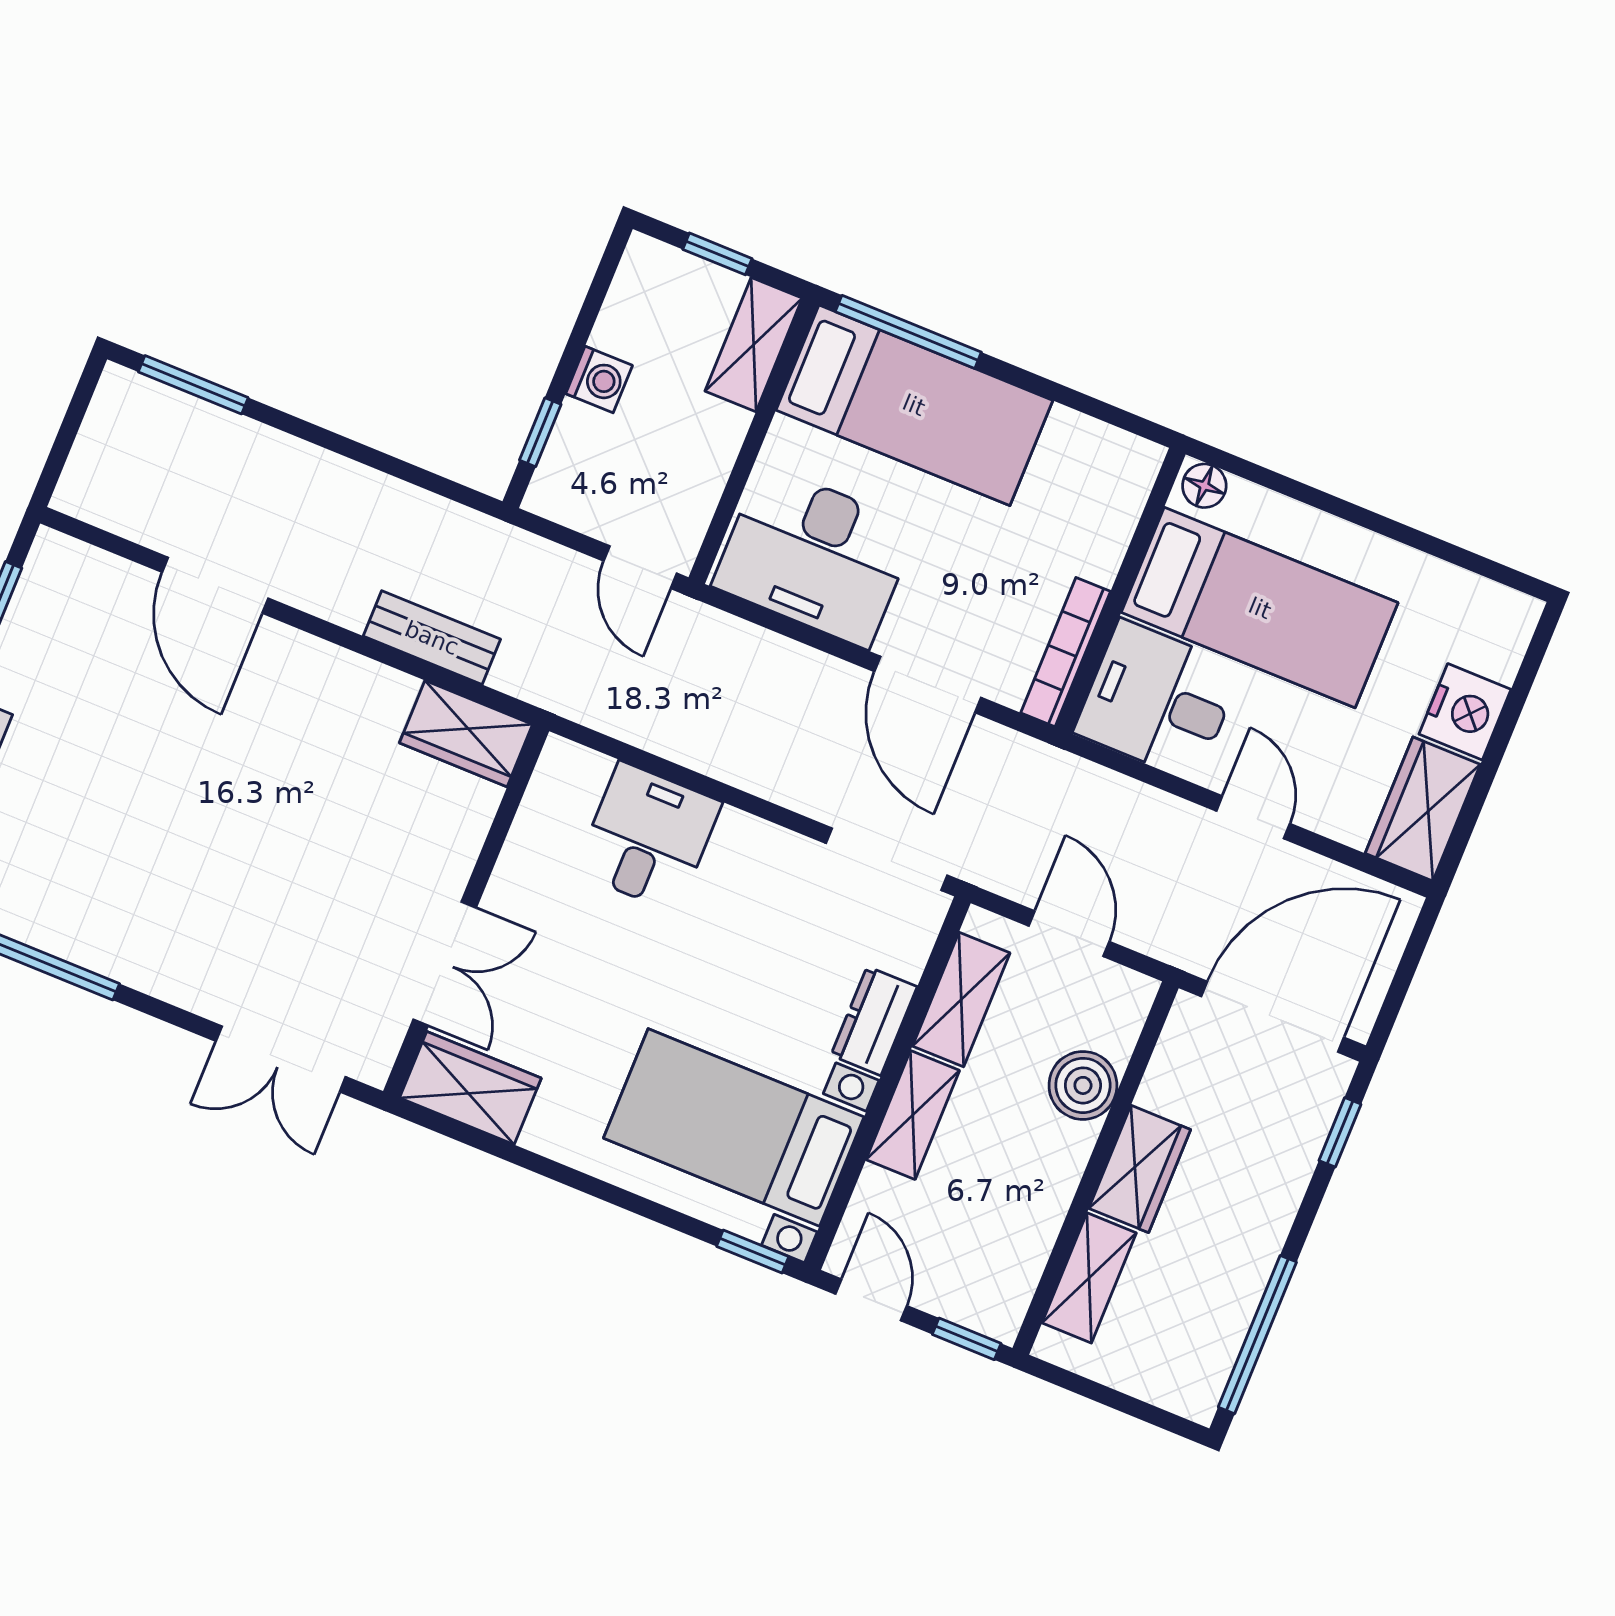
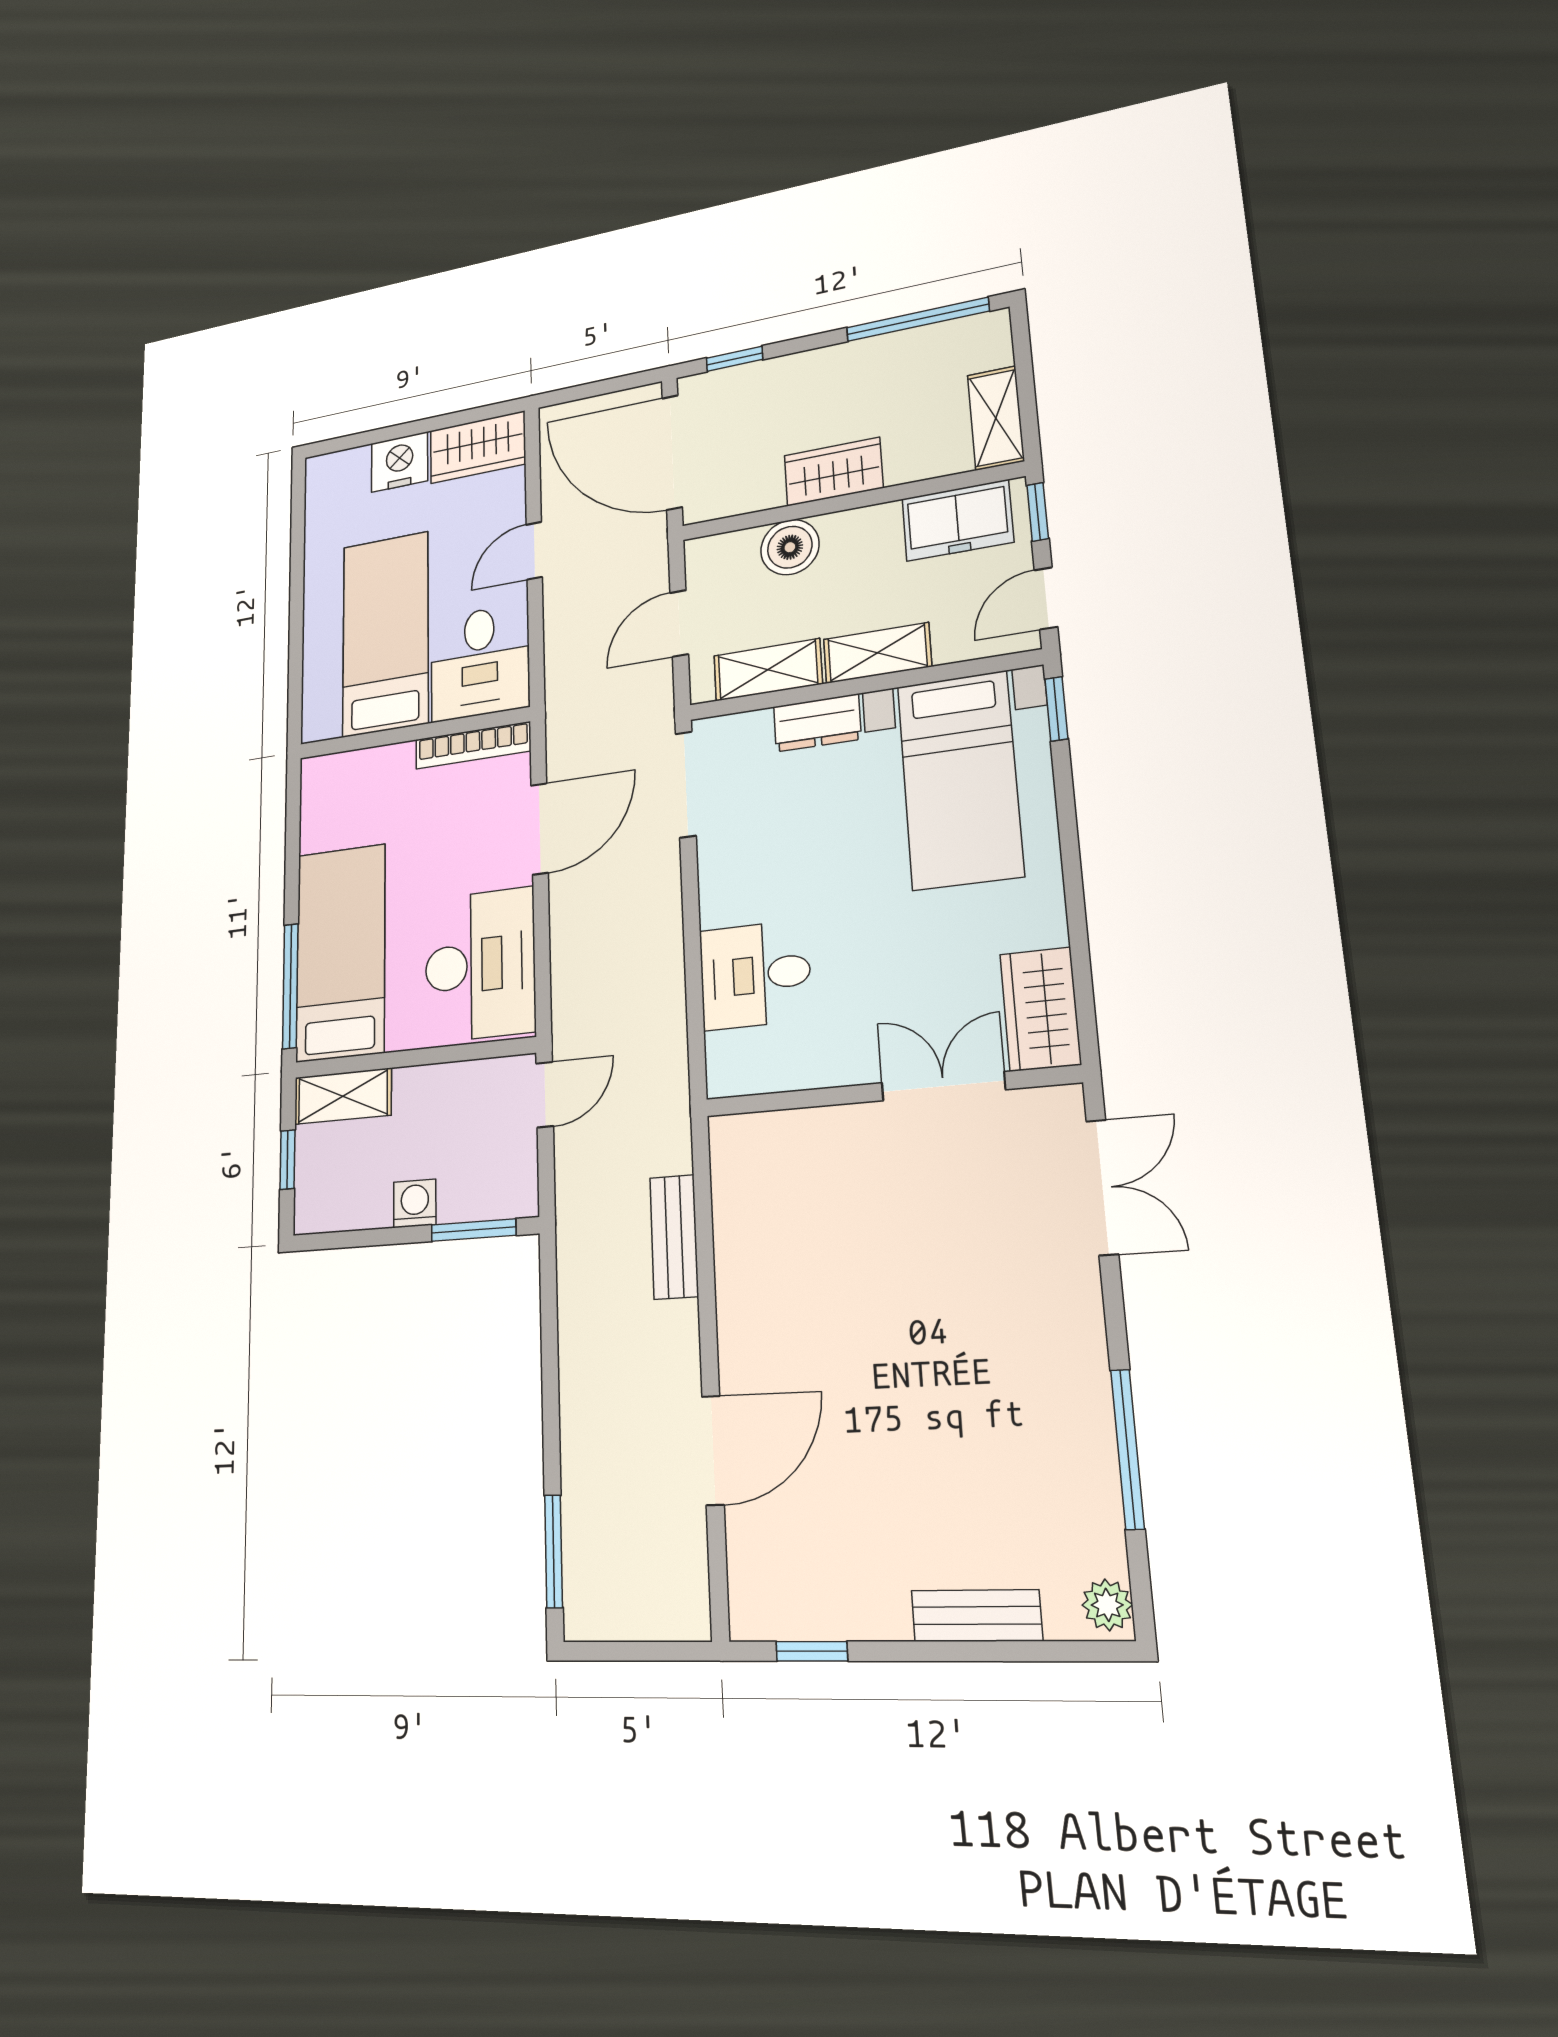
window: (540, 432) -> (474, 1230), width x1.50
floor lamp: (1204, 486) -> (317, 720), removed
wardrobe: (466, 734) -> (740, 1168), removed
freezer: (1006, 1261) -> (957, 520), added
shelving: (1089, 1278) -> (996, 418), moved, turned 90

